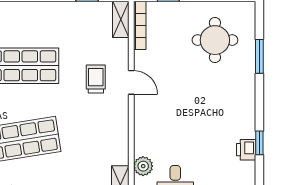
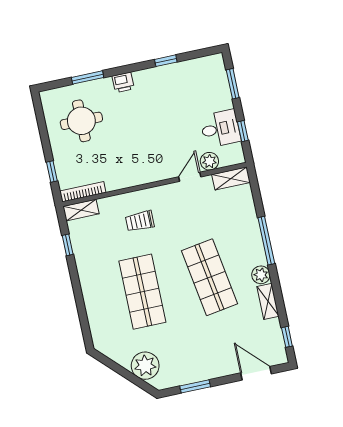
door: (131, 82) -> (190, 177), moved
printer: (246, 150) -> (123, 82), moved

